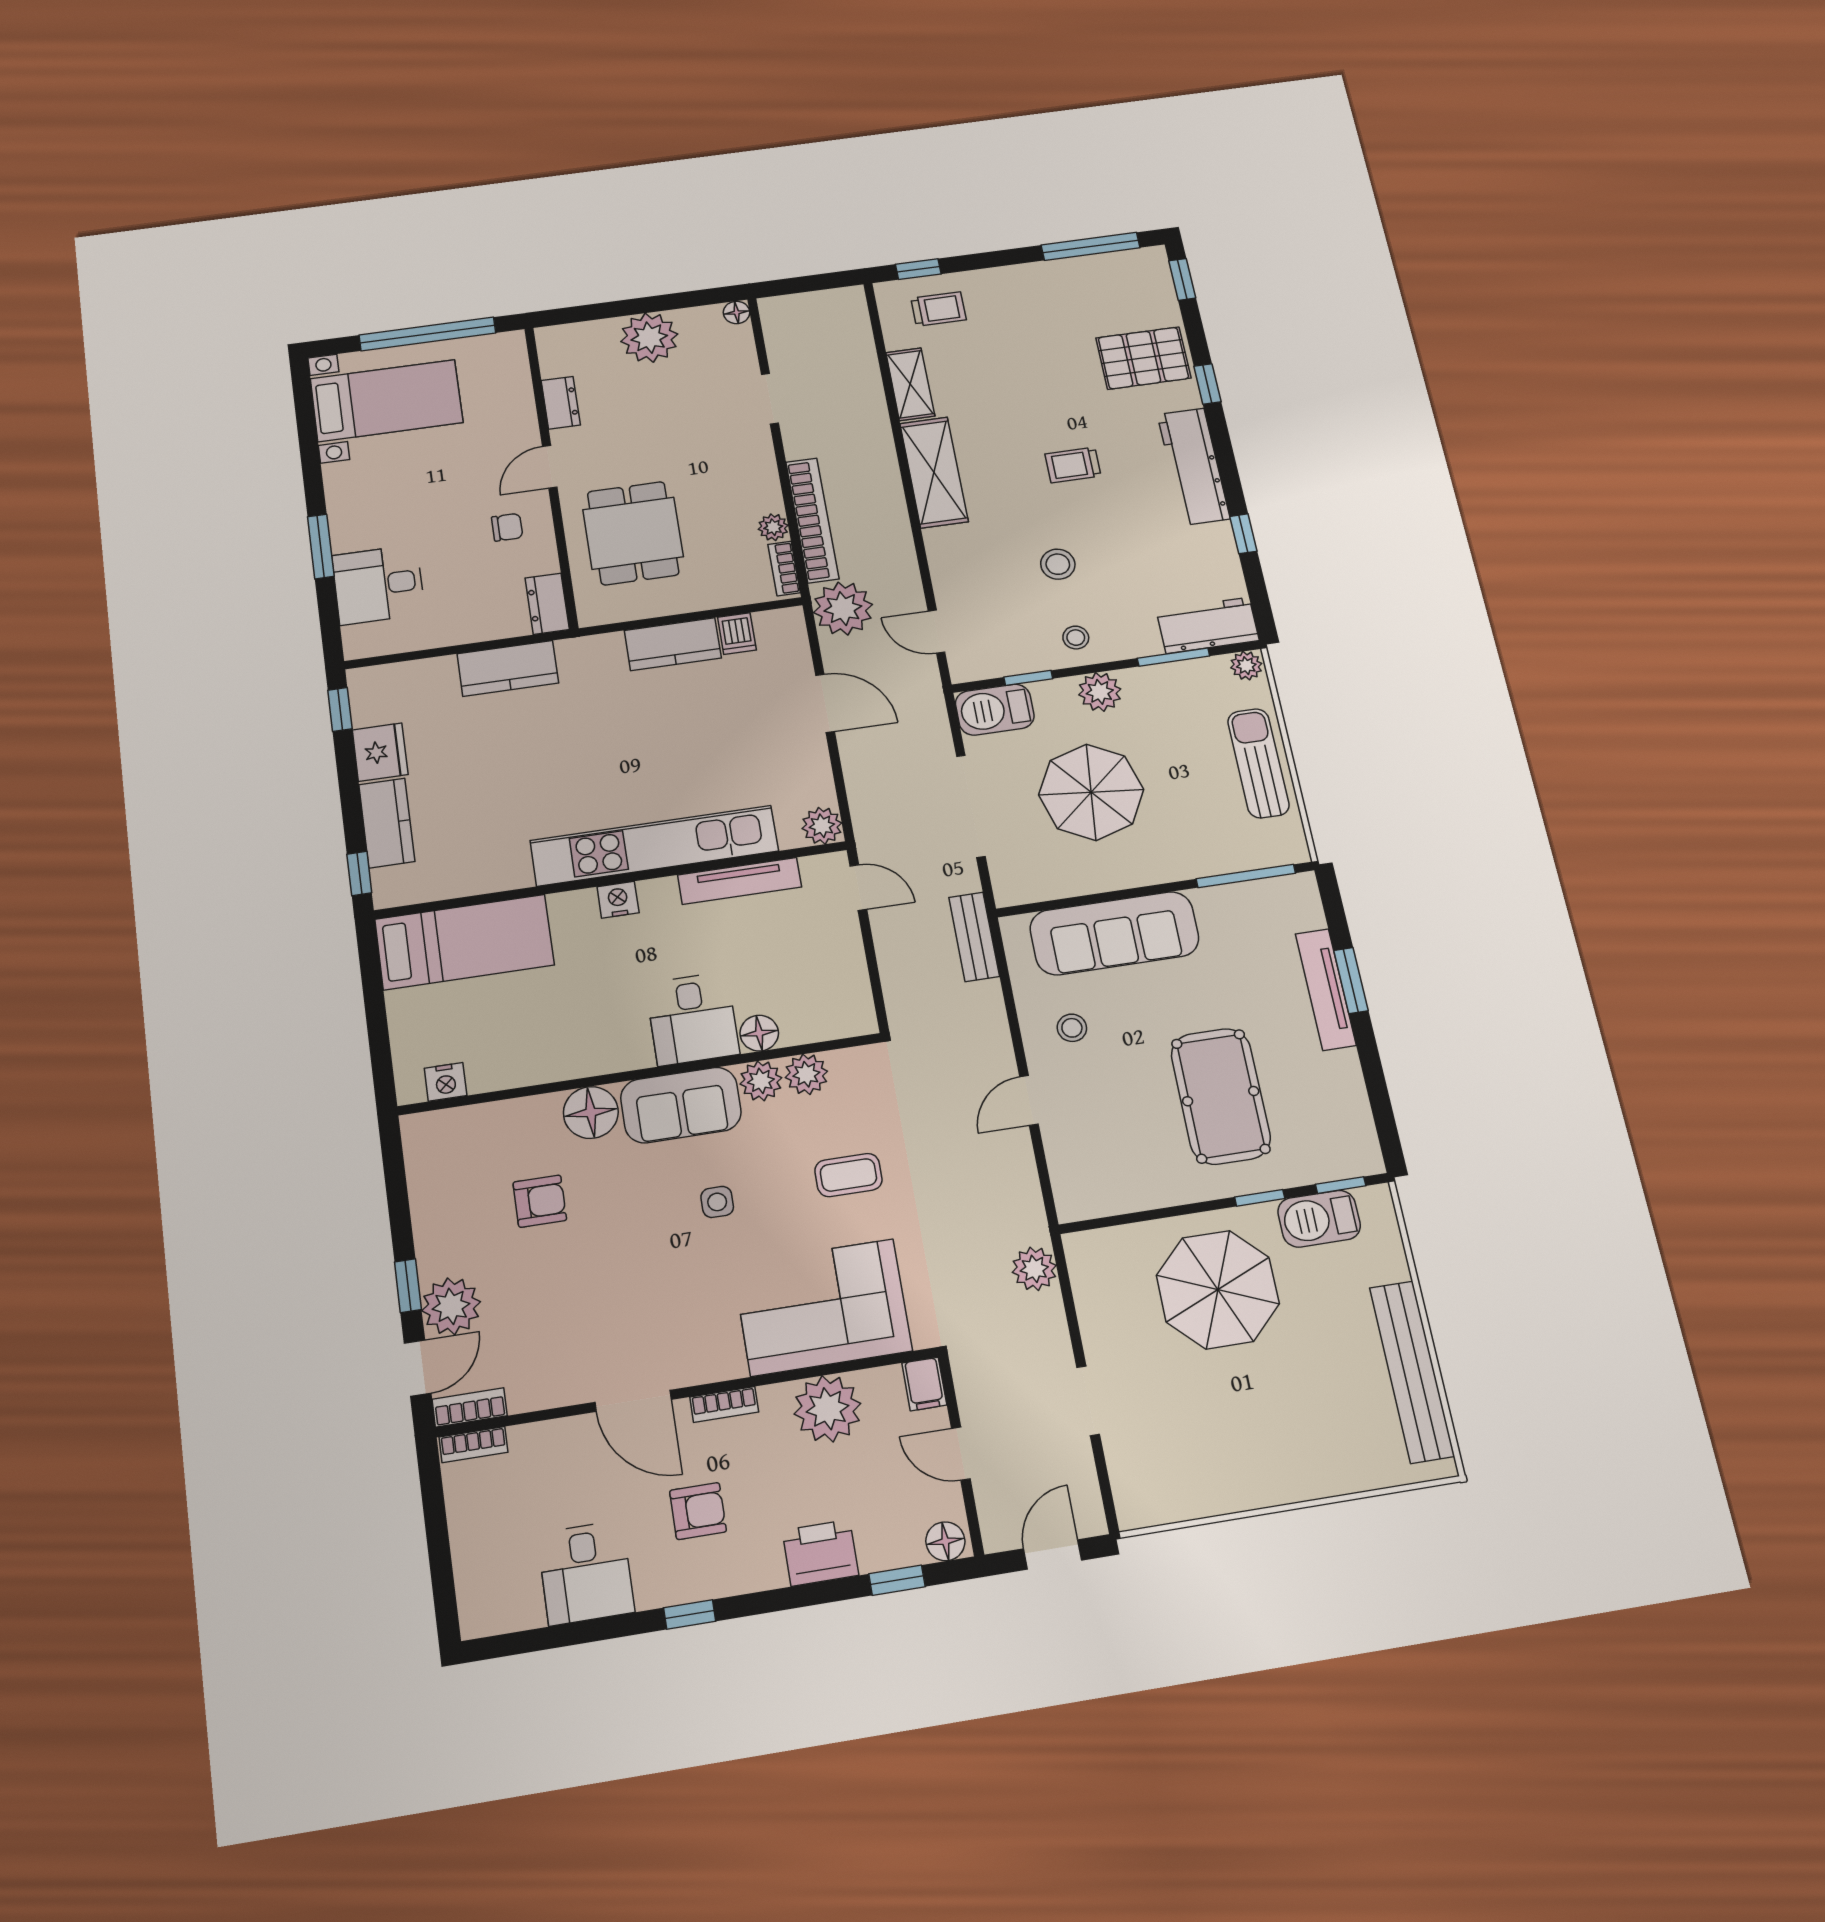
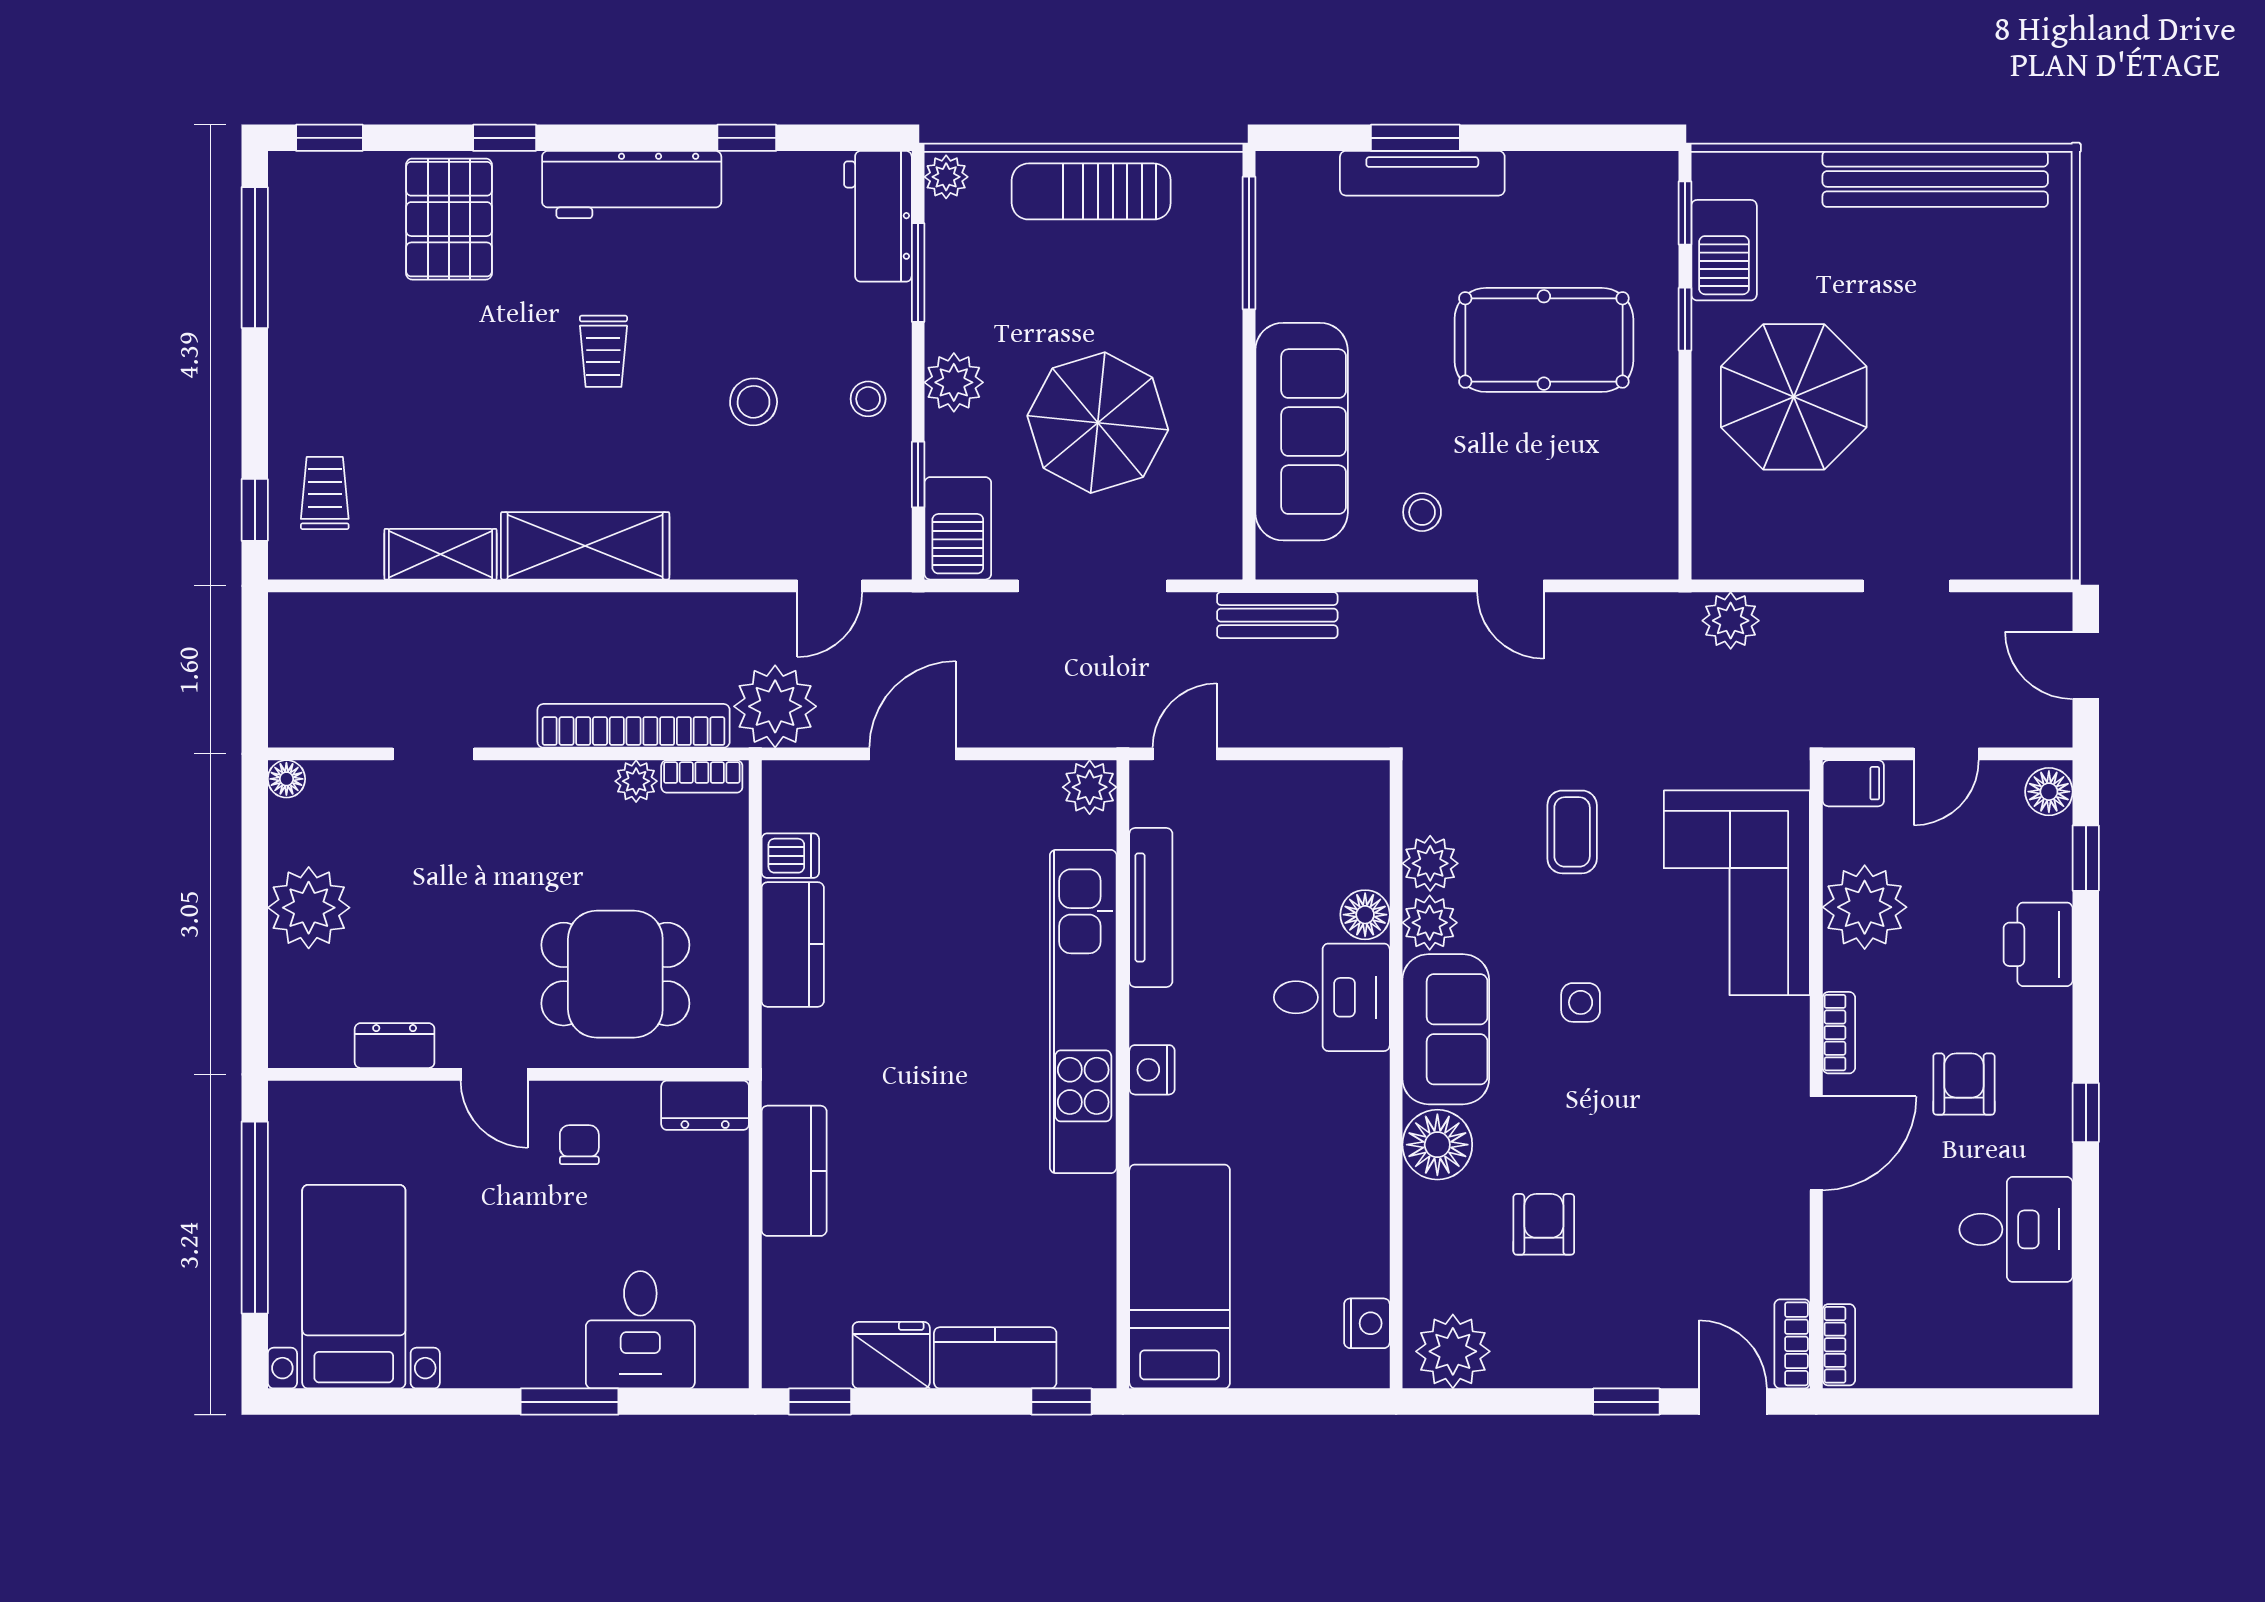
plant: (451, 1306) -> (1453, 1351), moved

